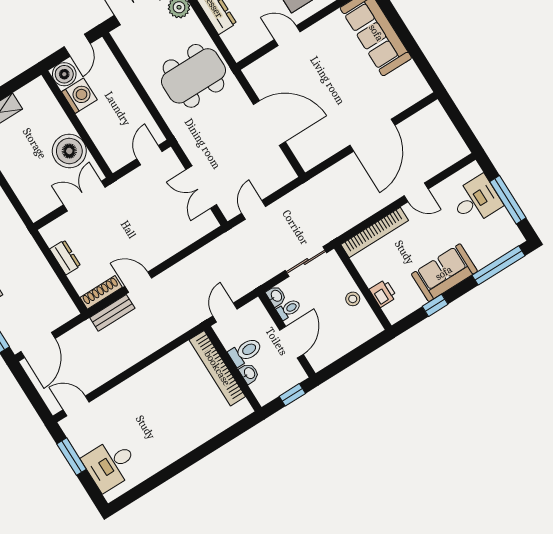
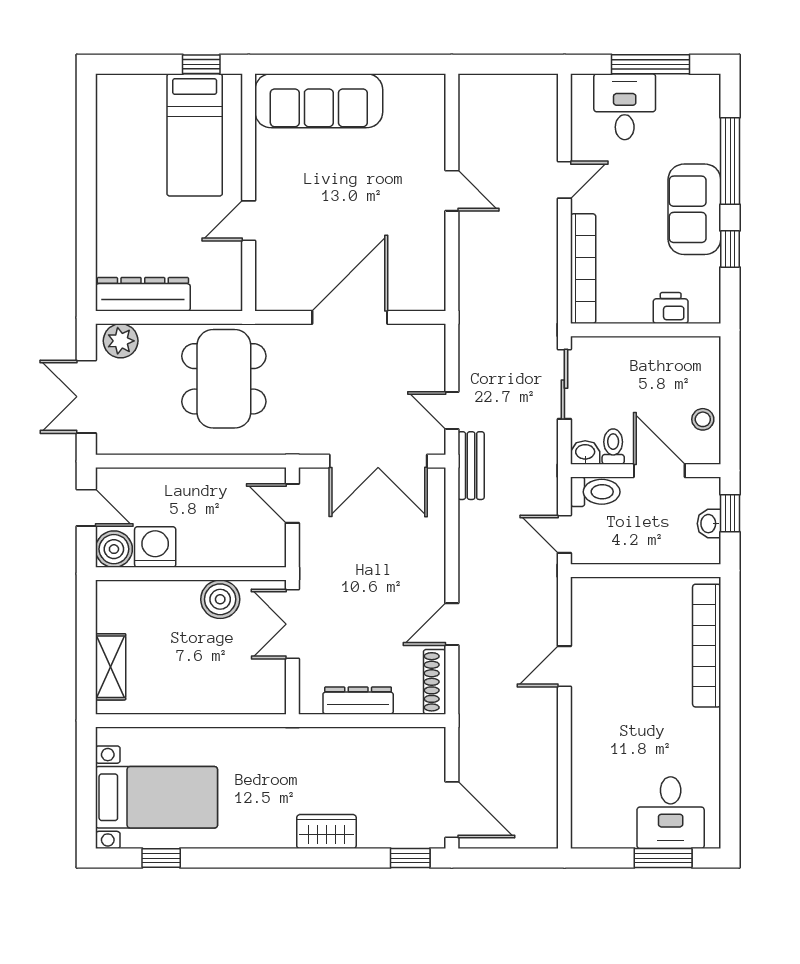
door: (372, 135) -> (452, 191), width x0.53
boiler: (69, 151) -> (220, 599), width x0.73, depth x0.73
double door: (201, 187) -> (378, 461), width x1.37
dresser: (65, 257) -> (358, 701), width x1.44
window: (499, 265) -> (730, 161), moved
stool: (353, 299) -> (703, 419), moved
bench: (112, 313) -> (471, 466), moved
toilet: (245, 352) -> (595, 492), moved, turned 90
bookcase: (217, 368) -> (707, 646), moved, turned 90
washbasin: (249, 373) -> (709, 524), moved, turned -90
door: (76, 406) -> (564, 666), moved
window: (72, 457) -> (663, 858), moved

